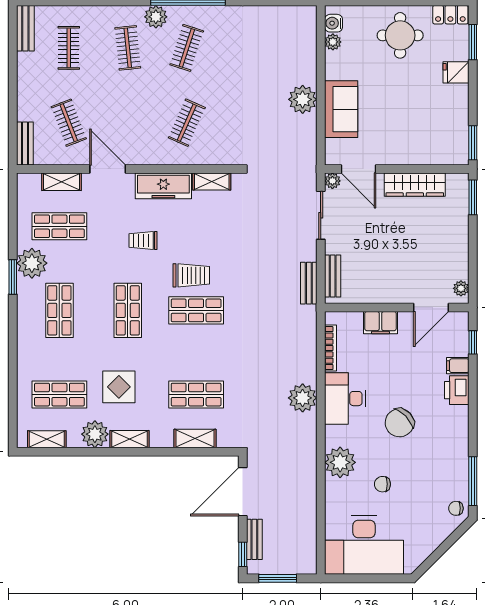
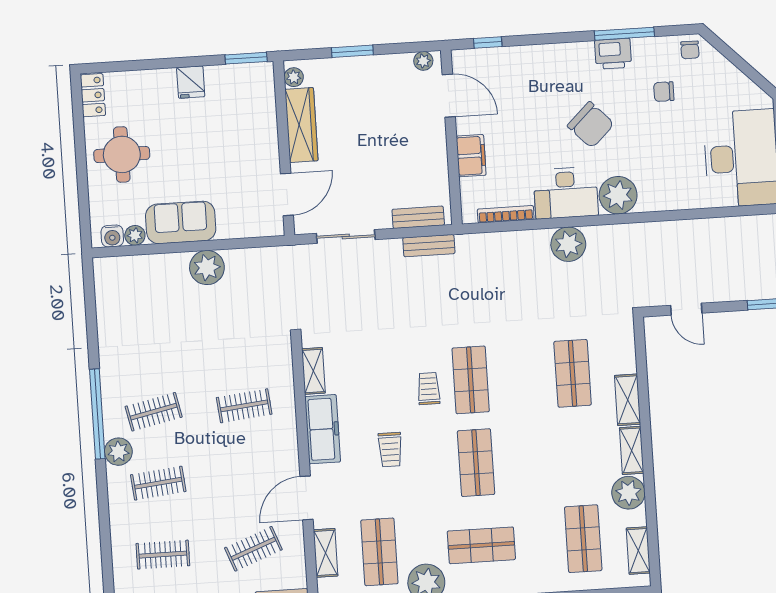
window: (473, 42) -> (124, 66), removed
clothes rail: (187, 48) -> (154, 412), turned -30
fridge: (456, 72) -> (191, 82), moved
sofa: (341, 109) -> (181, 222), moved
clothes rail: (187, 123) -> (244, 406), turned -30
plant: (332, 181) -> (294, 77), moved
window: (473, 197) -> (352, 51), moved
trolley: (191, 275) -> (429, 389), width x0.73, depth x0.72
shop shelf: (128, 310) -> (476, 463), turned 90
filing cabinet: (458, 366) -> (517, 59), removed
display table: (119, 387) -> (569, 467), removed
printer: (457, 390) -> (613, 54), moved
shelving: (195, 438) -> (628, 400), moved
plant: (340, 462) -> (618, 195), moved
window: (473, 481) -> (624, 34), moved
chair: (382, 484) -> (664, 92), moved, turned 90
door: (243, 492) -> (686, 309), width x0.53
bench: (254, 539) -> (743, 291), removed

